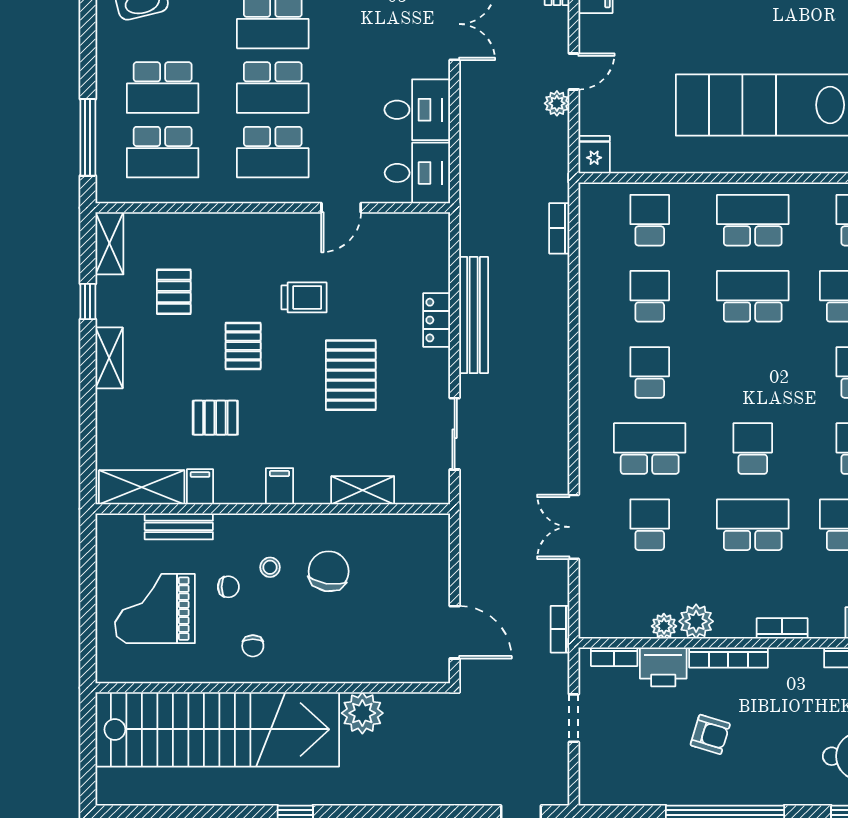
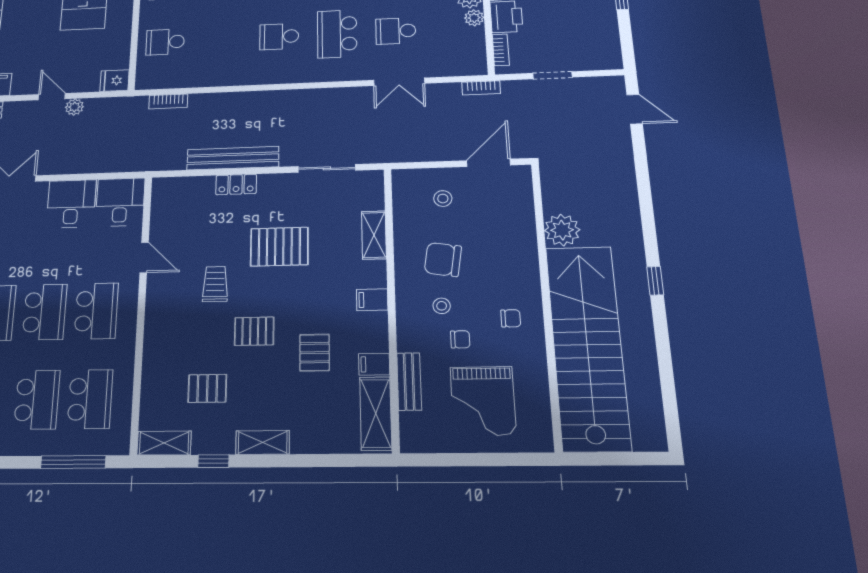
school desk: (650, 296) -> (222, 39), removed
stool: (408, 575) -> (443, 199), added
chair: (228, 587) -> (460, 339), turned 90

